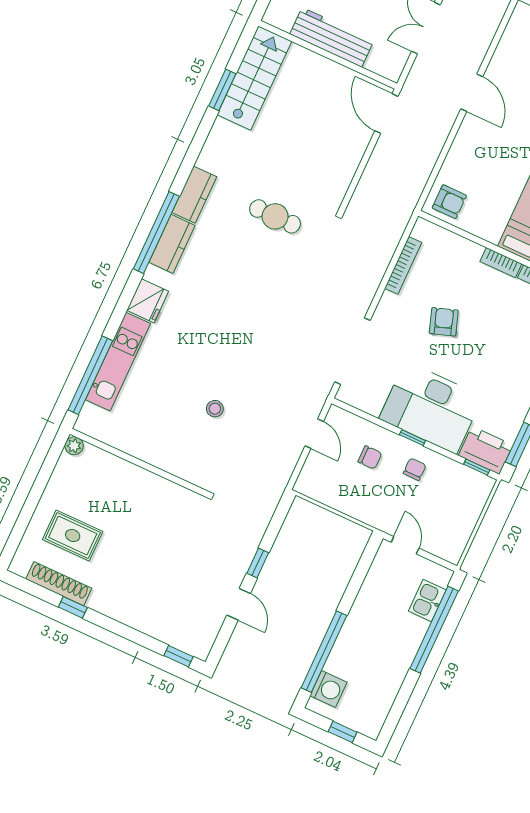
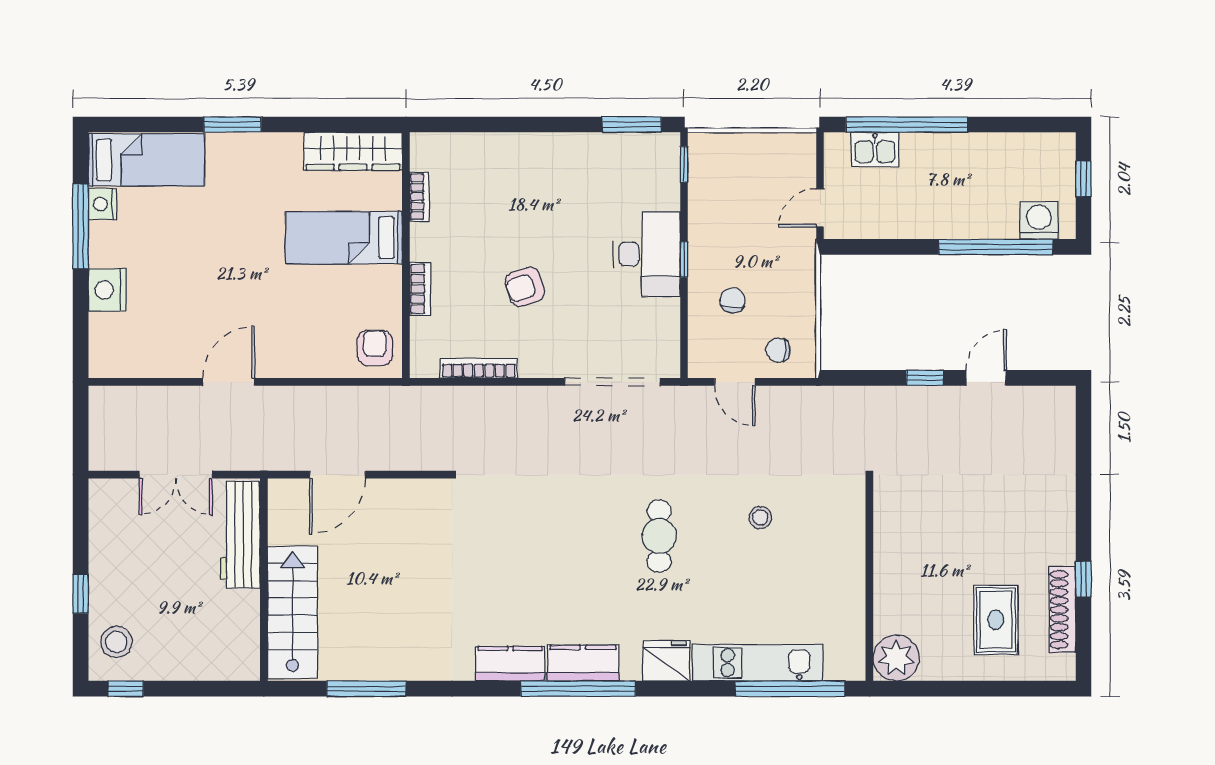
workbench: (332, 37) -> (240, 535), moved
stairs: (254, 78) -> (292, 613), moved, turned 90
window: (222, 90) -> (366, 689), width x1.44
door: (386, 114) -> (337, 475), moved
cafe table: (275, 216) -> (659, 536), moved
bookcase: (501, 263) -> (420, 289), moved
desk: (431, 408) -> (647, 254), width x0.73, depth x0.77
door: (314, 434) -> (735, 382), swing flipped
plant: (74, 446) -> (896, 658), width x1.88, depth x1.88
printer: (486, 450) -> (658, 163), removed
chair: (415, 469) -> (778, 350), moved
window: (178, 656) -> (1084, 422), removed

